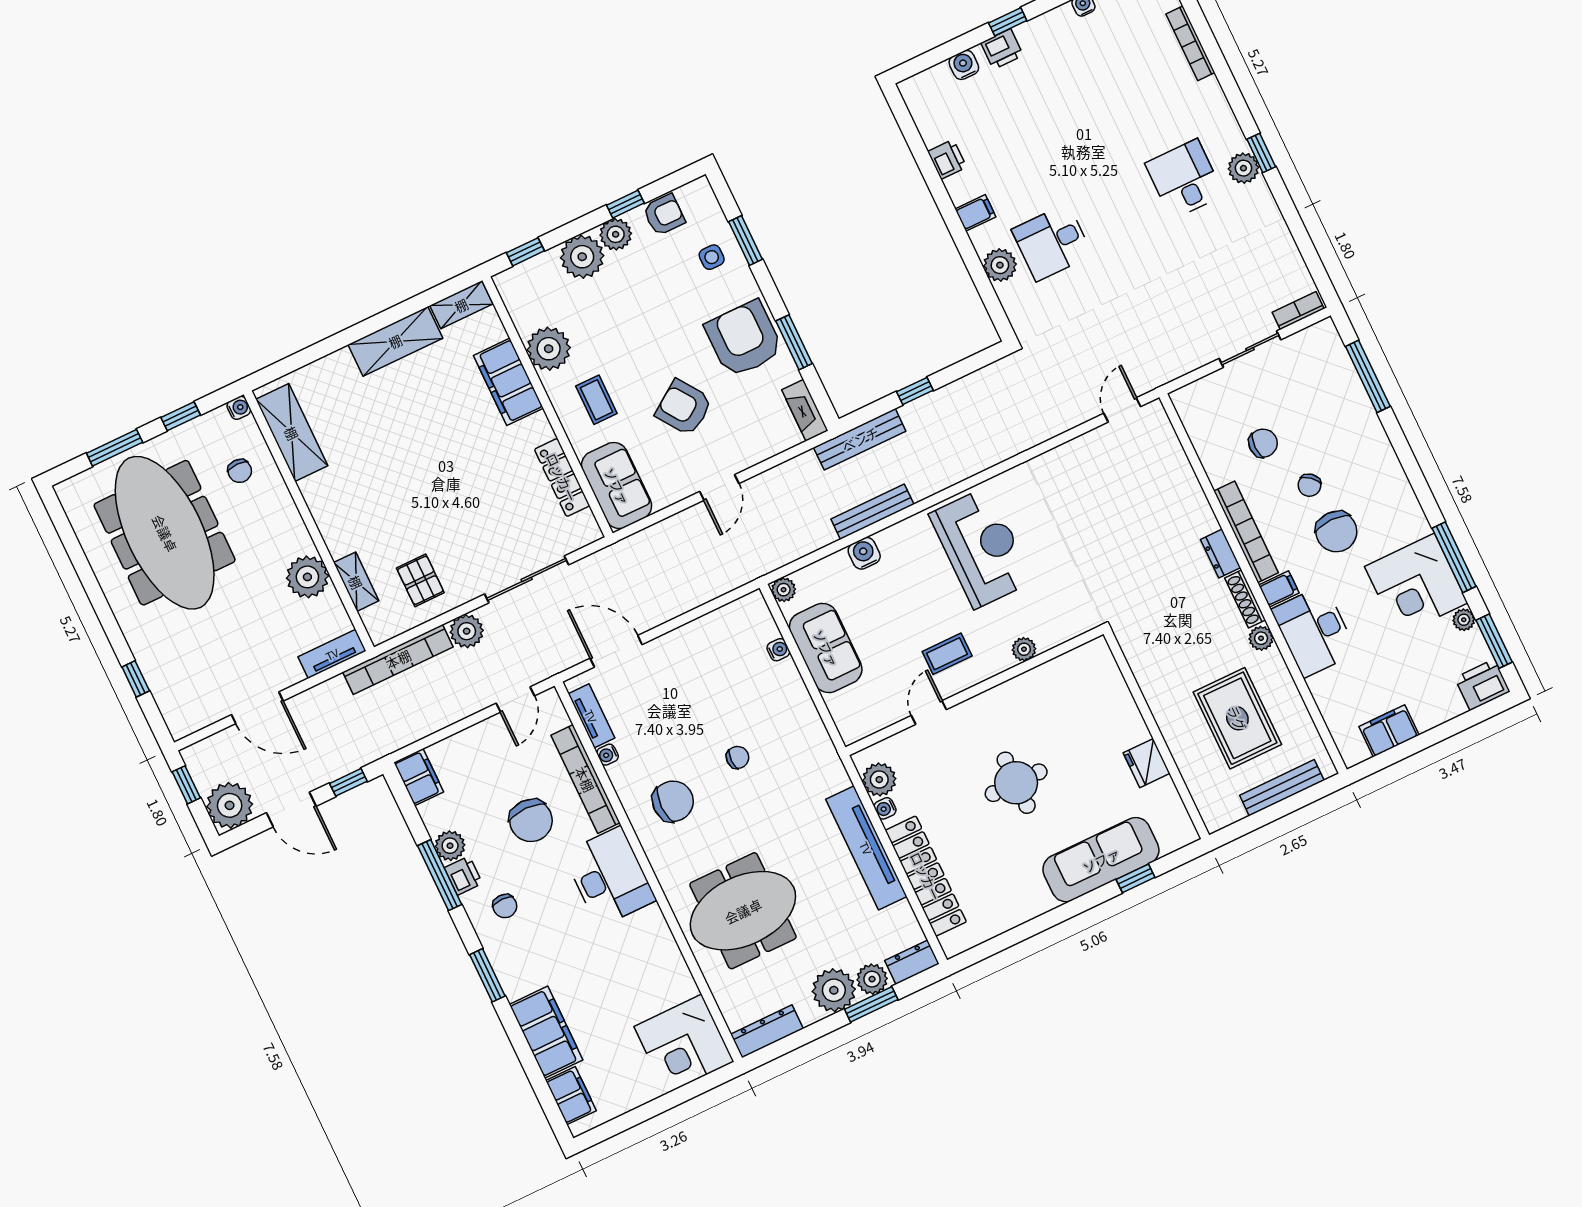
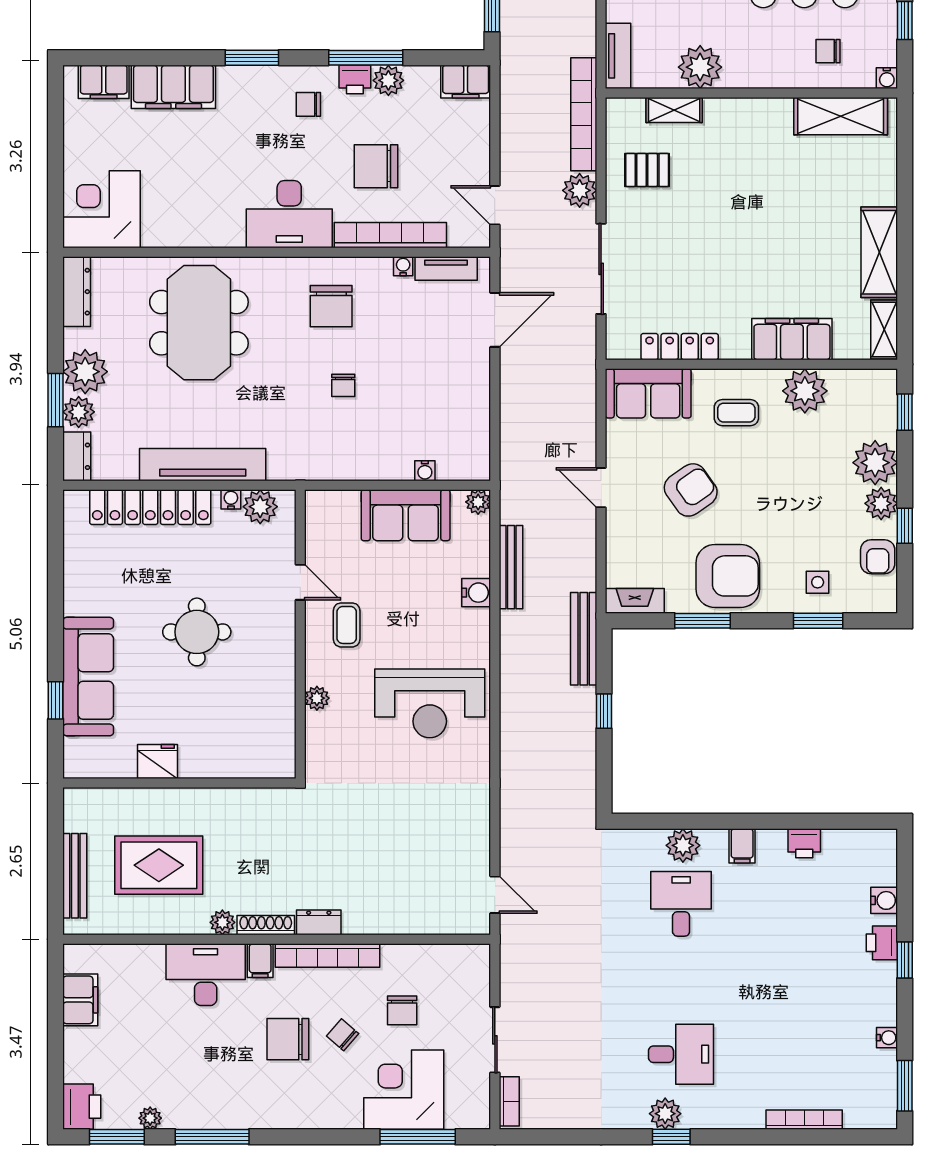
bench: (872, 512) -> (511, 567), moved
corner desk: (1416, 585) -> (404, 1090), moved

